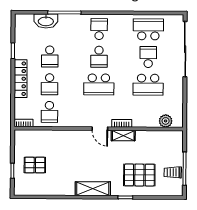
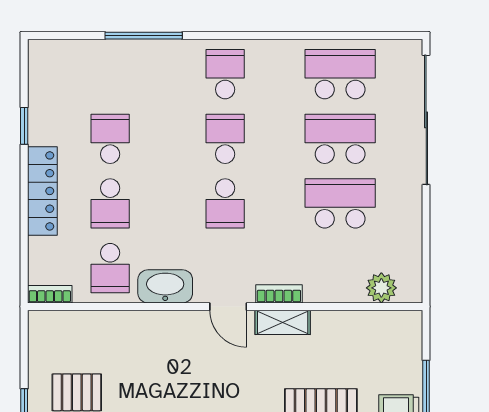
washbasin: (46, 21) -> (165, 286), moved, turned 180
school desk: (50, 57) -> (110, 139), turned 180
school desk: (99, 57) -> (225, 139), turned 180
school desk: (148, 57) -> (340, 139), width x1.85
school desk: (99, 84) -> (225, 203), width x0.54
school desk: (148, 85) -> (340, 203), turned 180

